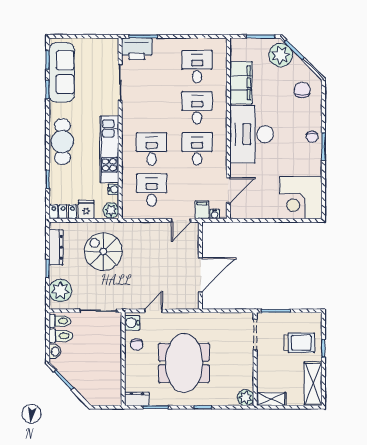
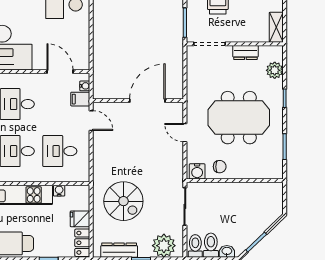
plant: (111, 210) -> (81, 193), removed
spiral stairs: (103, 252) -> (123, 201), turned -90
door: (200, 275) -> (147, 101), hinge flipped
door: (153, 311) -> (185, 133), moved
plant: (246, 398) -> (275, 70), moved
dresser: (137, 399) -> (245, 53), moved, turned -90

